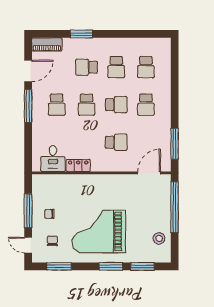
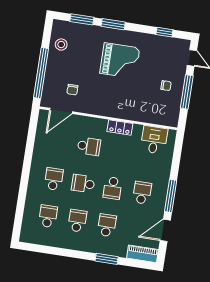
school desk: (86, 67) -> (107, 225), turned -90
school desk: (86, 105) -> (113, 188), turned 180
school desk: (116, 142) -> (89, 146), turned 180
window: (175, 144) -> (31, 136), removed
locker: (78, 166) -> (120, 128), moved
grand piano: (99, 231) -> (120, 61), width x0.73, depth x0.68
chair: (52, 241) -> (72, 90), moved
window: (59, 266) -> (164, 32), width x0.67

